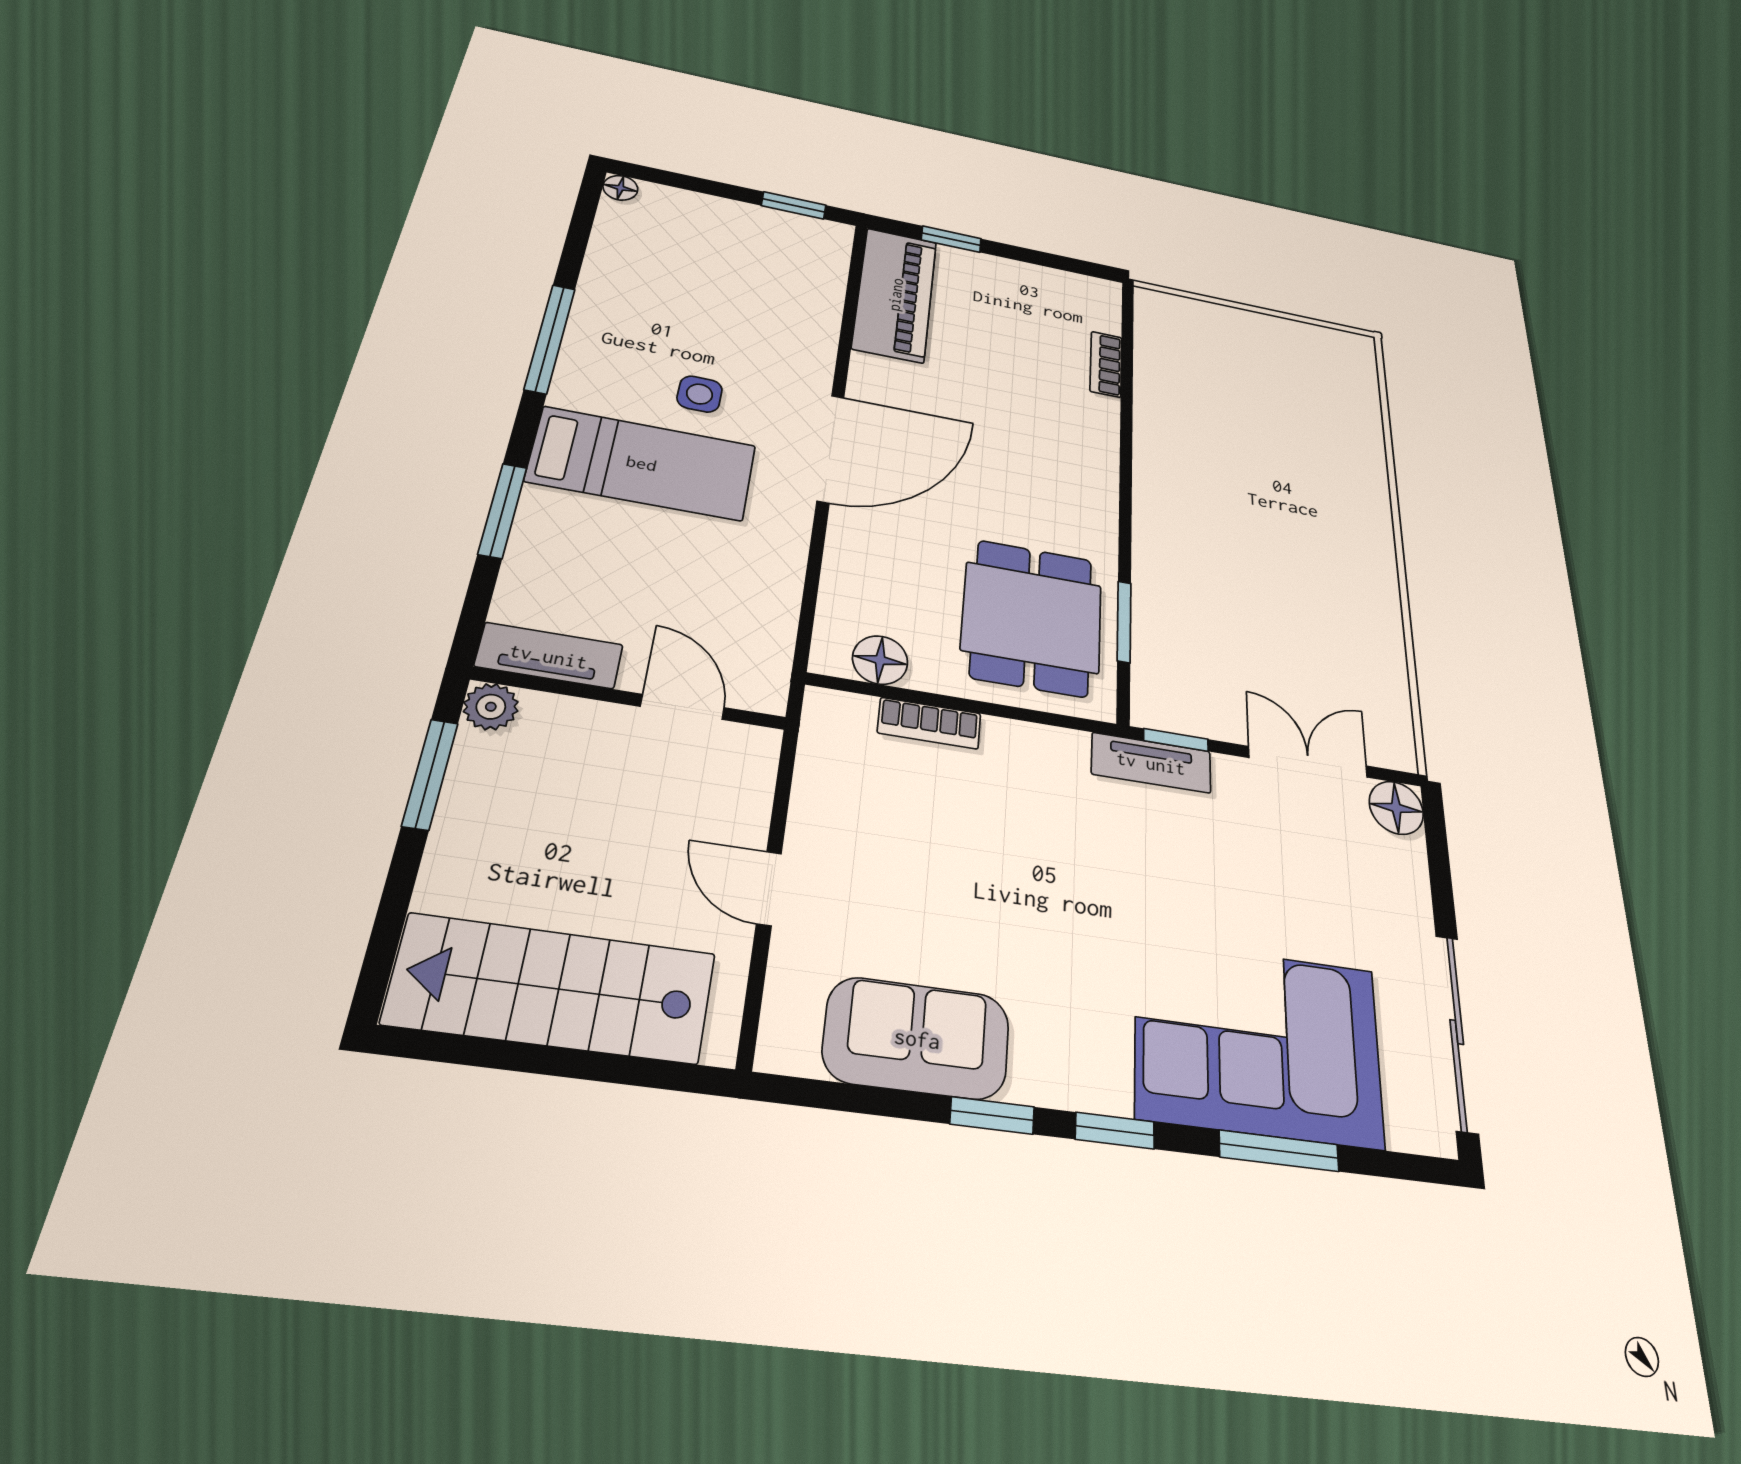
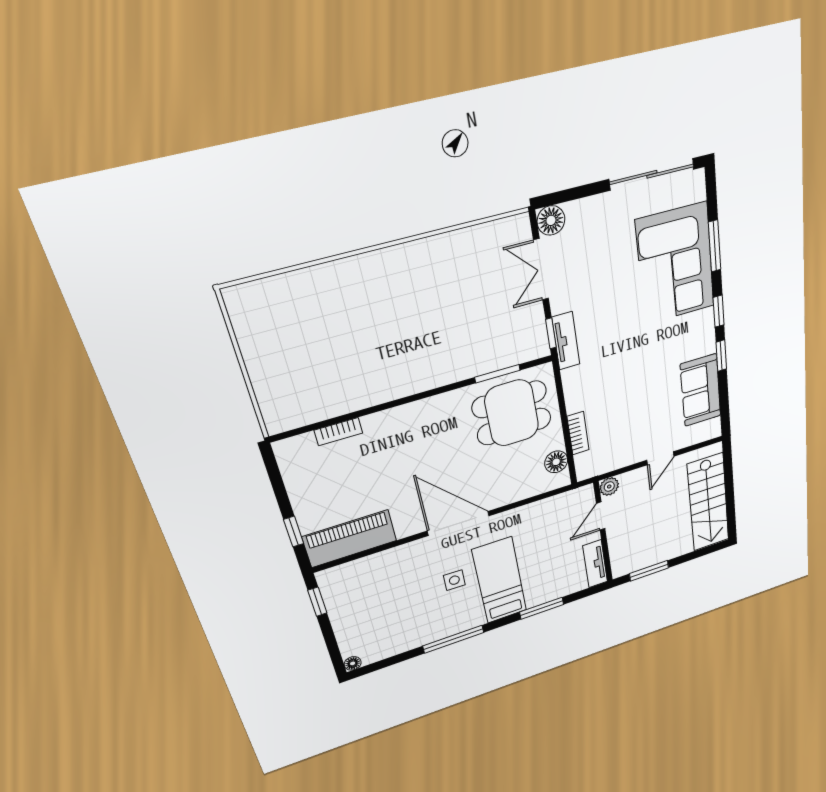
plant: (491, 707) -> (609, 487), moved

